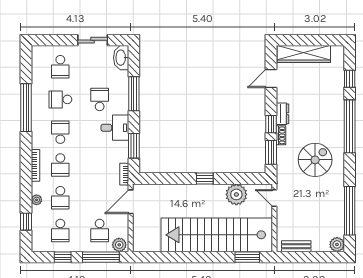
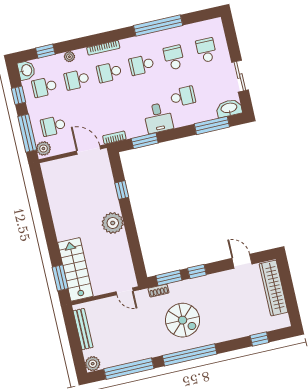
school desk: (60, 67) -> (206, 50), turned 90
window: (134, 94) -> (212, 125), moved
dresser: (282, 114) -> (210, 280), removed
window: (350, 126) -> (190, 355), moved
school desk: (60, 132) -> (142, 65), turned 180
shoe rack: (281, 135) -> (158, 291), moved
spiral stairs: (315, 160) -> (183, 320), moved
window: (205, 179) -> (122, 190), moved
plant: (236, 194) -> (113, 223), moved
door: (274, 198) -> (125, 291), swing flipped
stairs: (217, 235) -> (75, 269), width x0.54, depth x0.66
washbasin: (40, 244) -> (26, 70), added
bench: (296, 246) -> (83, 329), width x1.36

